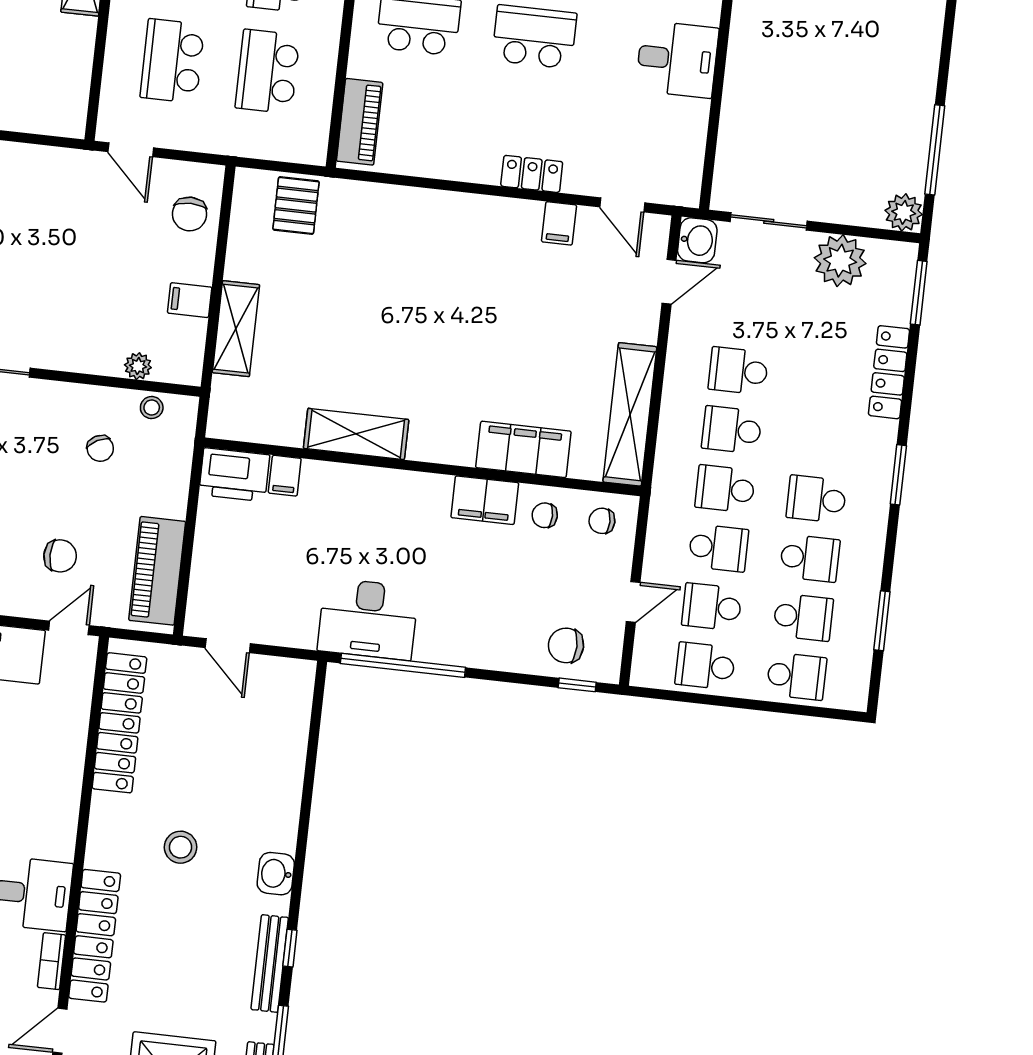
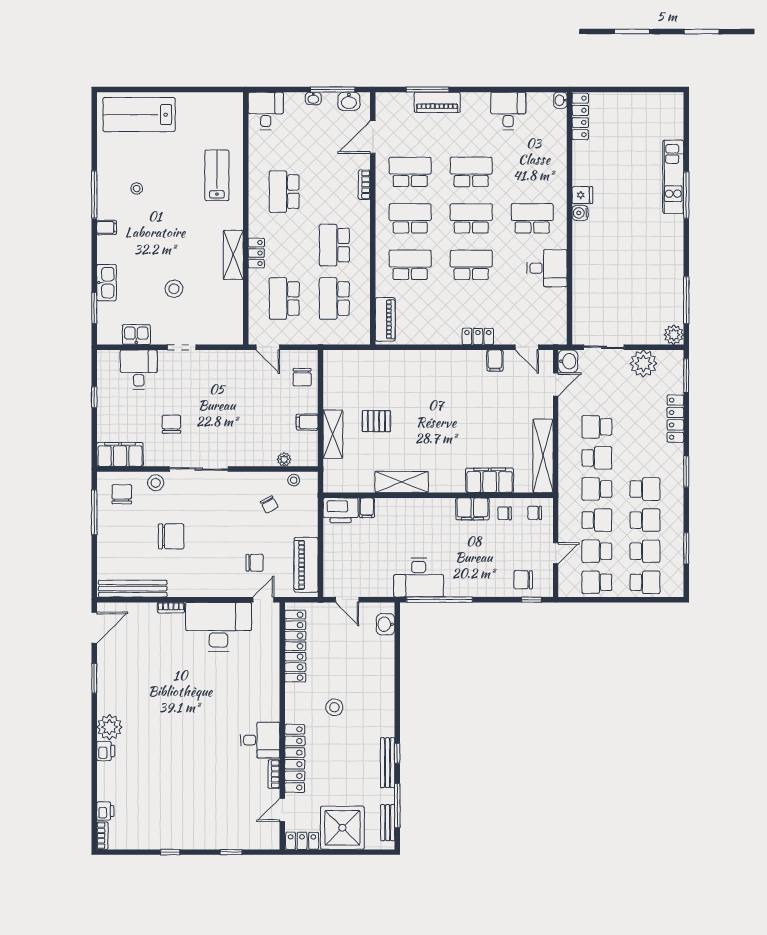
pallet: (296, 205) -> (376, 421), moved, turned 90
school desk: (732, 430) -> (597, 458), turned 180
school desk: (816, 499) -> (645, 489), turned 180
washbasin: (276, 874) -> (385, 624), moved

